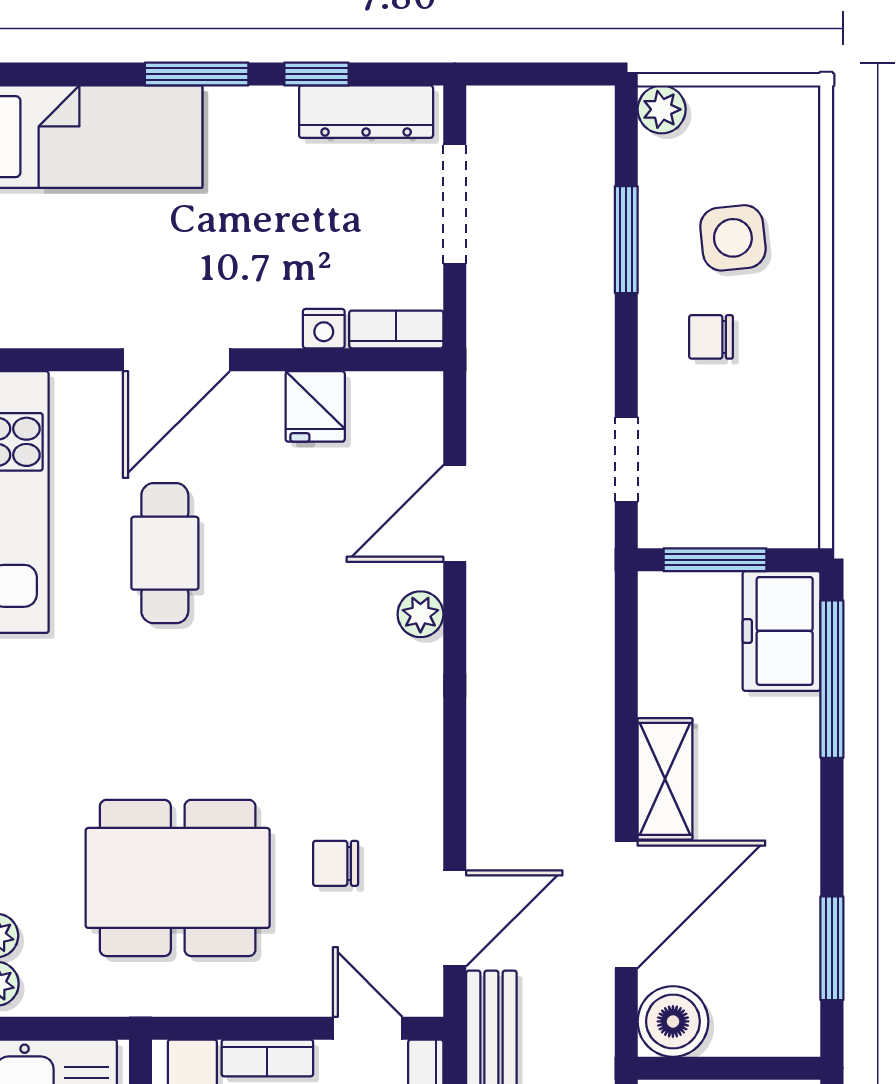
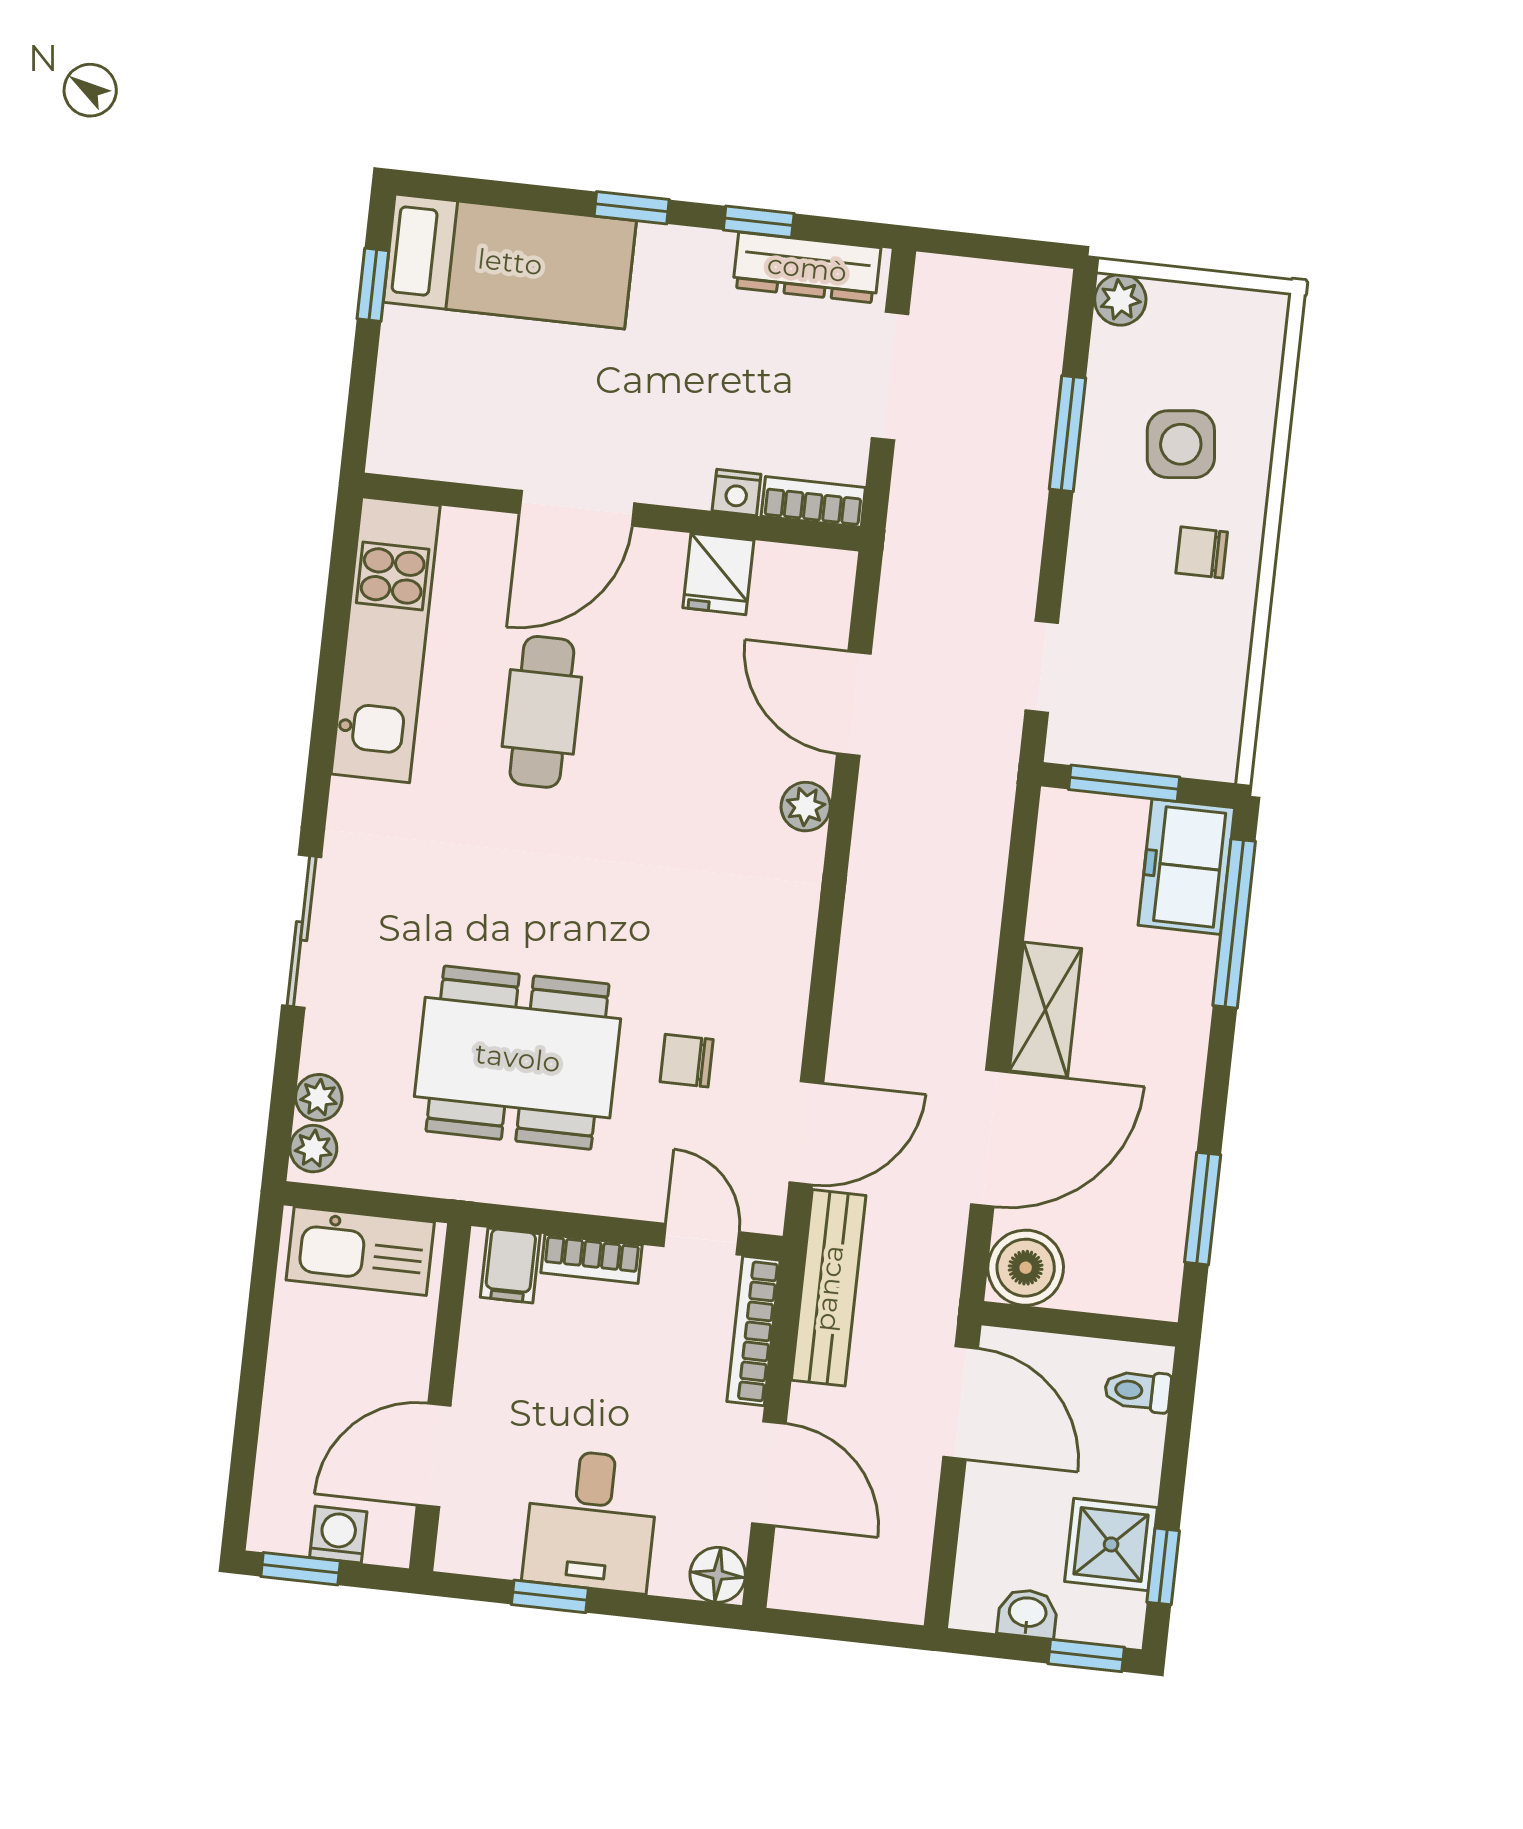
window: (197, 74) -> (632, 208), width x0.67
chair: (711, 337) -> (1202, 552), moved
door: (455, 513) -> (854, 704), hinge flipped

